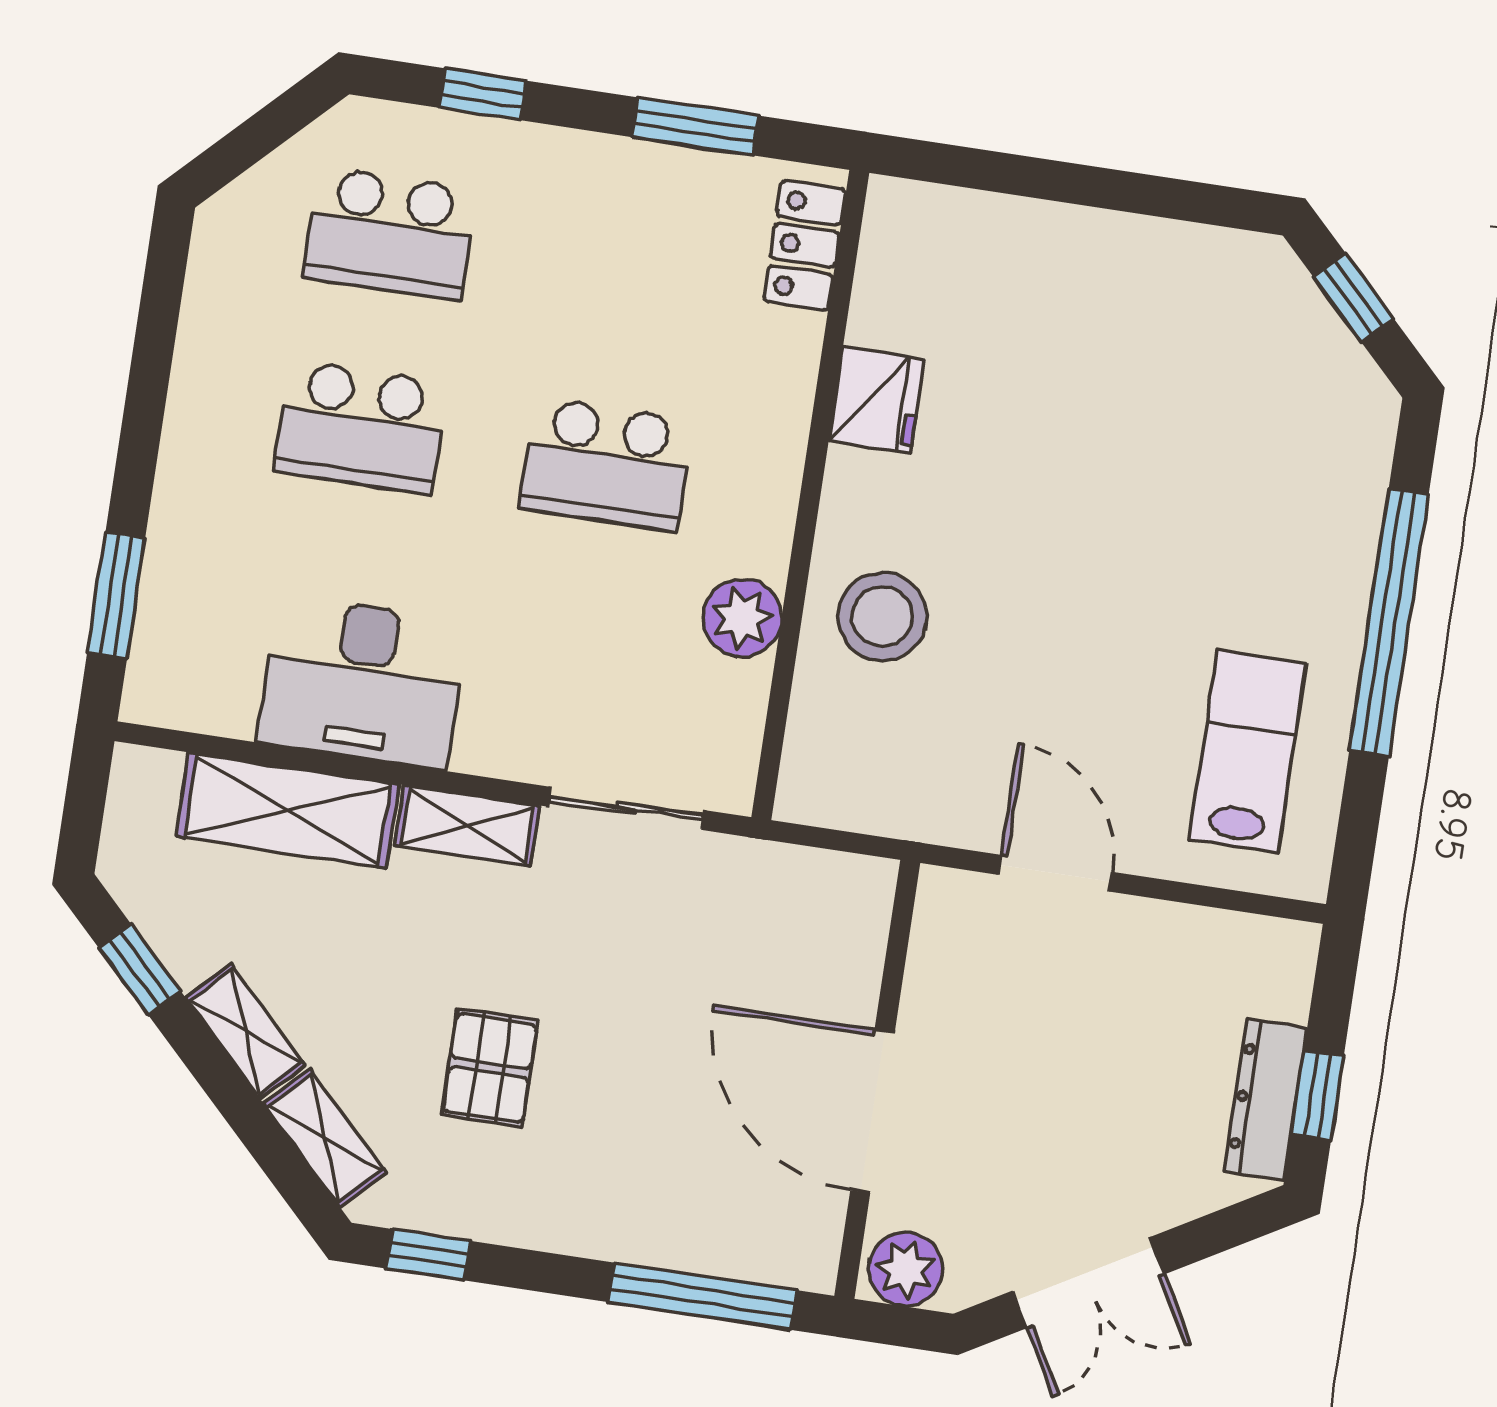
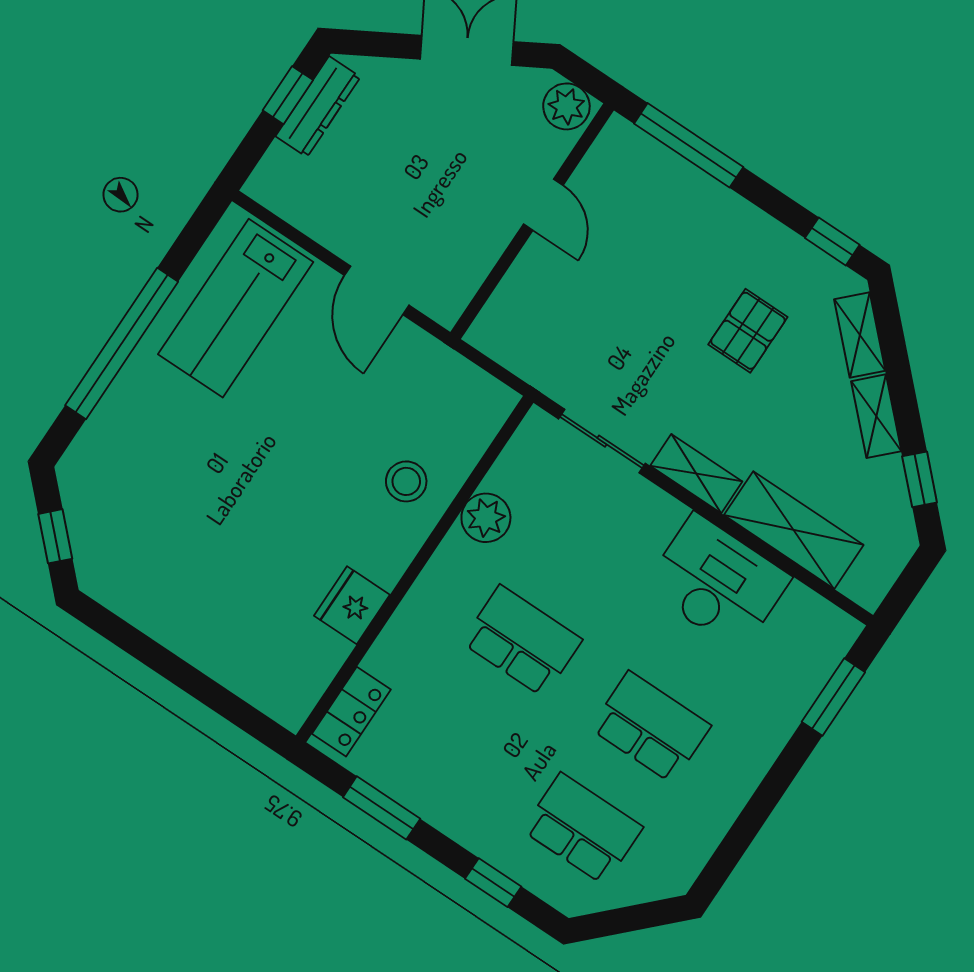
stool: (882, 616) -> (406, 481), width x0.73, depth x0.73
lab bench: (1248, 751) -> (236, 308), width x1.36, depth x1.39
door: (872, 1111) -> (543, 205), width x0.53

